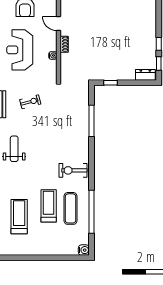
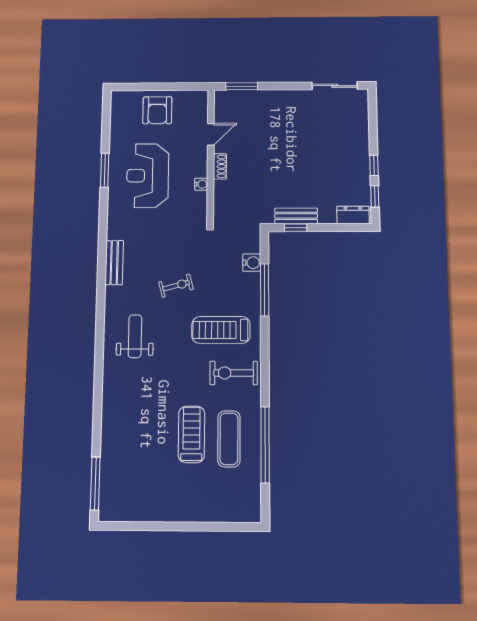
door: (59, 24) -> (211, 134), swing flipped
bench: (111, 76) -> (296, 216), added
exercise bike: (30, 102) -> (176, 286), moved
treadmill: (19, 217) -> (221, 330), moved, turned -90
water cooler: (84, 250) -> (252, 263), moved

